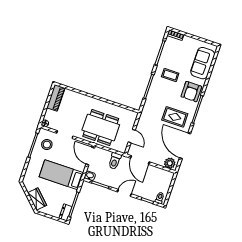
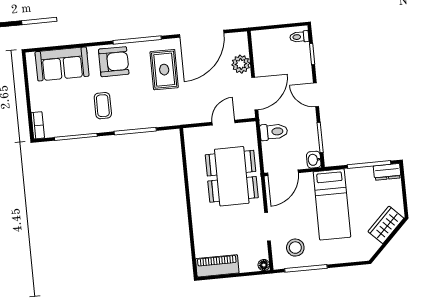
plant: (170, 163) -> (241, 64), moved

